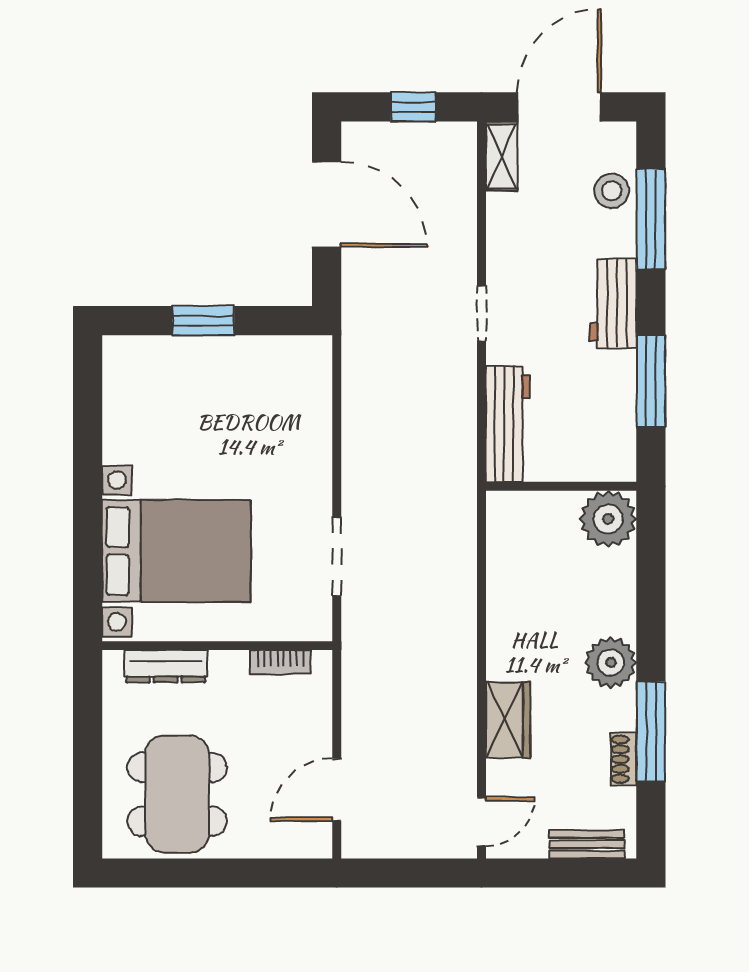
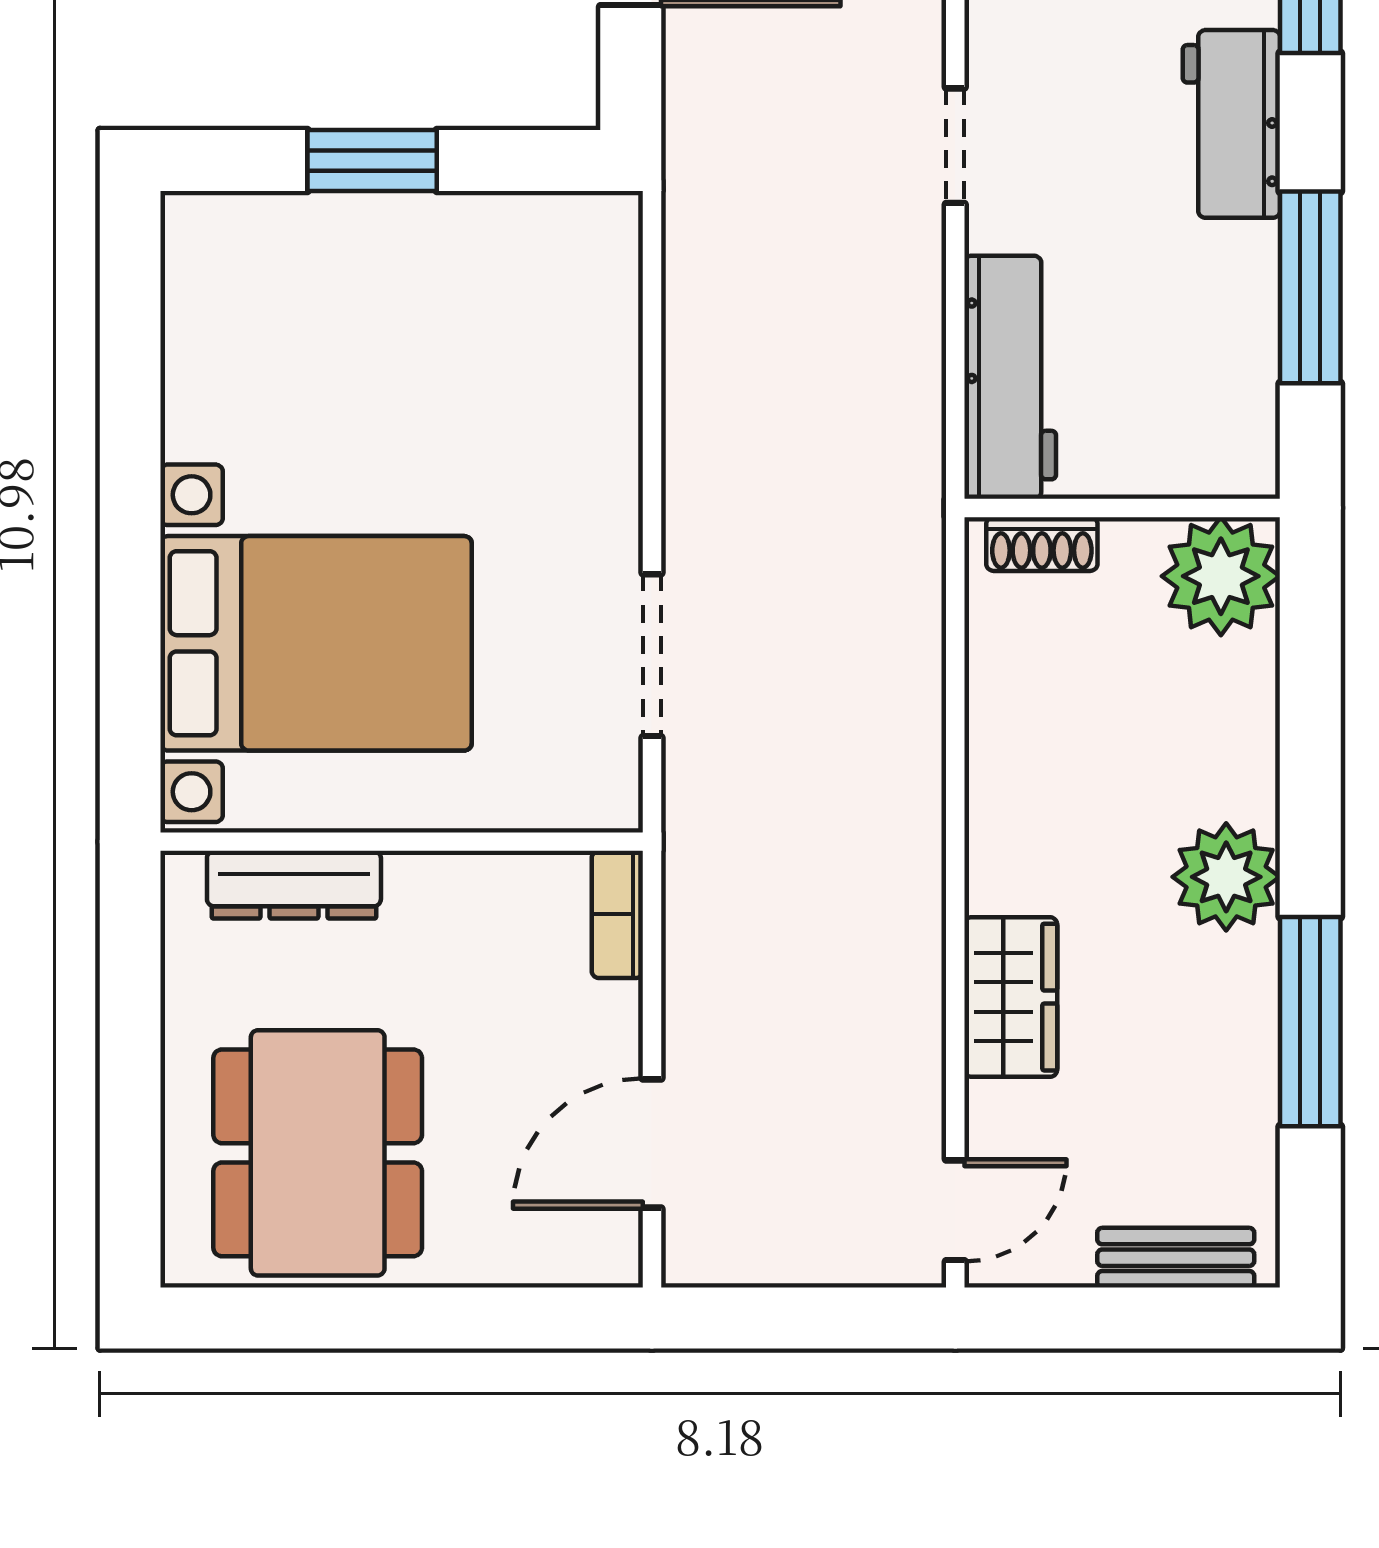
bookcase: (280, 662) -> (617, 914), moved, turned 90
shoe rack: (624, 759) -> (1042, 544), moved, turned -90

